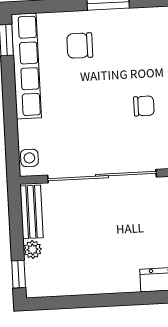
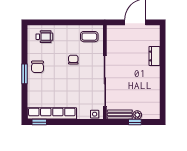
chair: (80, 46) -> (37, 67), moved
window: (19, 274) -> (135, 122), moved

